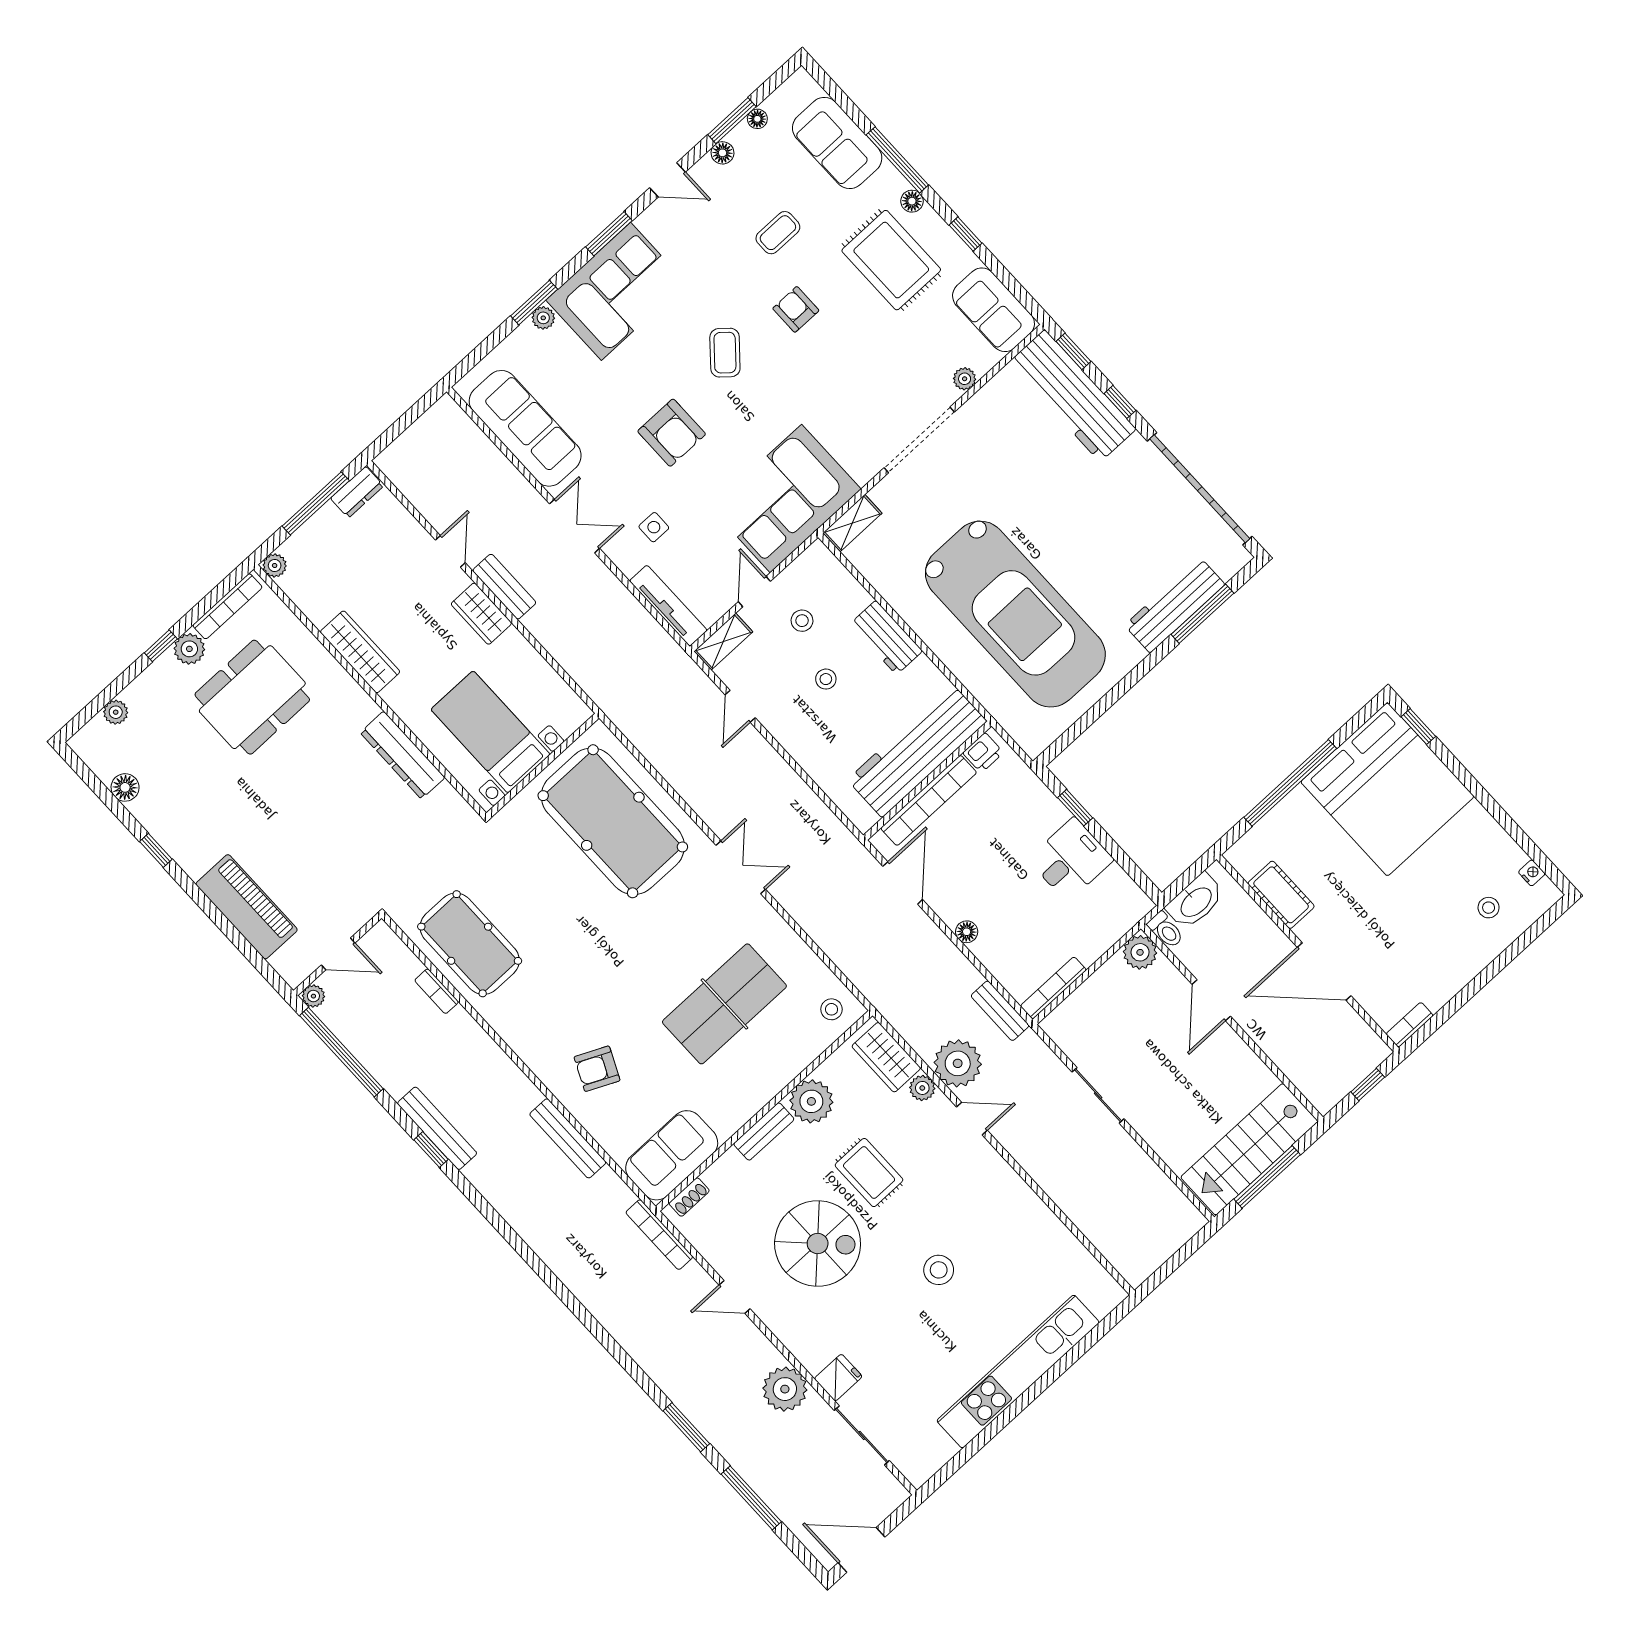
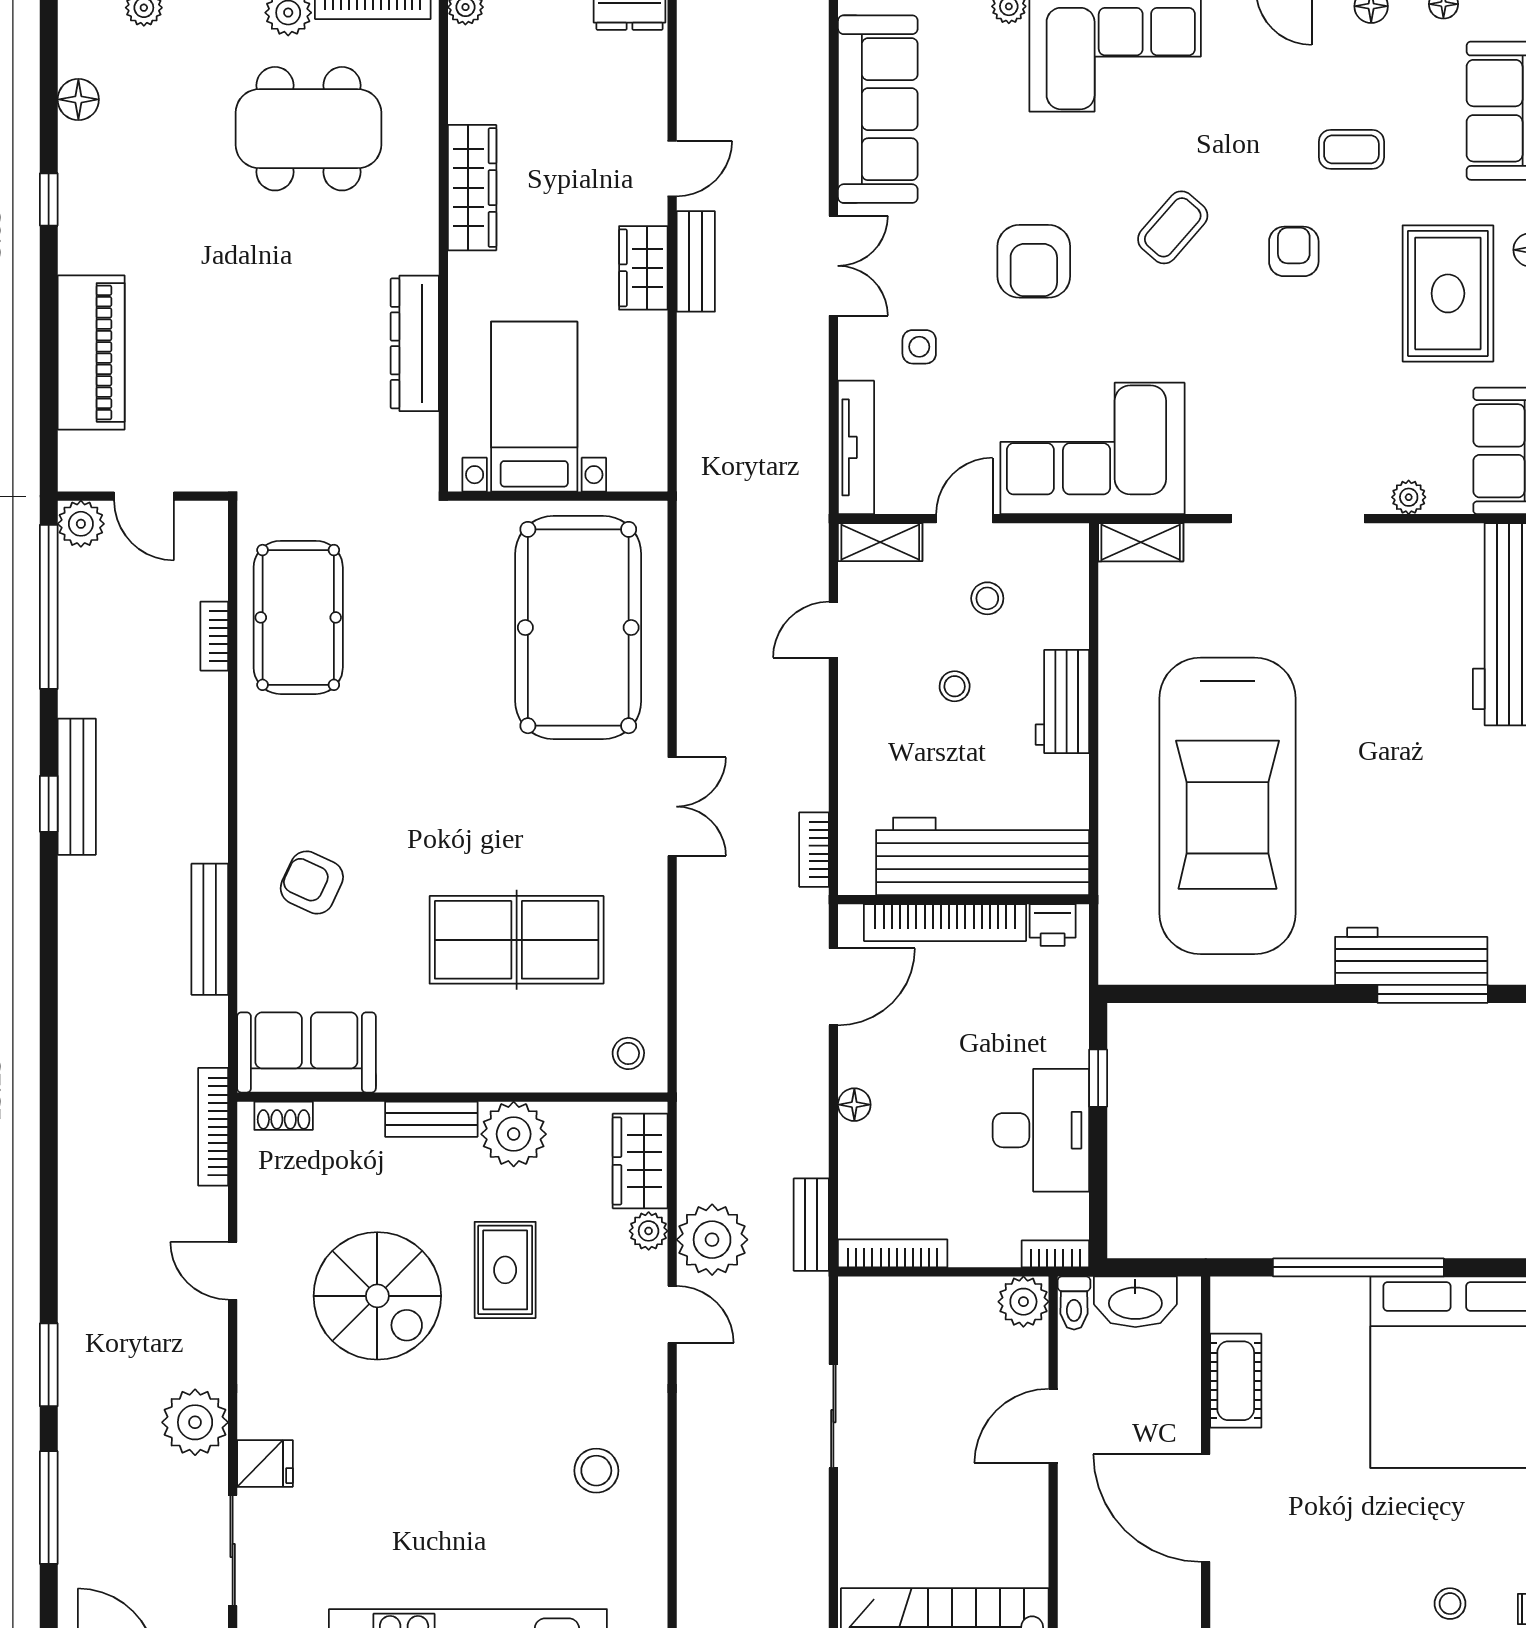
bookcase: (831, 824) -> (814, 850), added
desk: (1071, 859) -> (1041, 1130), width x1.37
bookcase: (1134, 914) -> (1055, 1254), added
plant: (313, 996) -> (81, 524), width x1.38, depth x1.38
stool: (939, 1270) -> (596, 1471), moved

